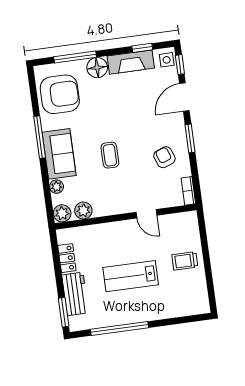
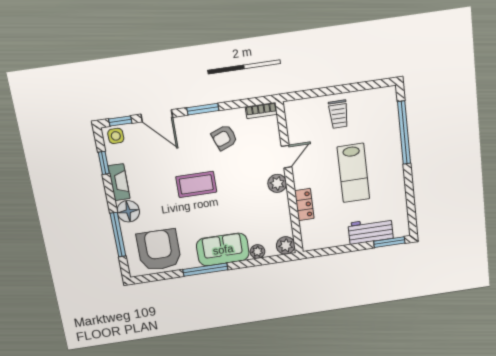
fireplace: (131, 62) -> (119, 182), width x0.73, depth x0.76
coffee table: (110, 155) -> (196, 184), moved, width x1.36, depth x1.30
plant: (83, 211) -> (277, 183), moved
locker: (67, 258) -> (304, 204), moved, turned 90
window: (119, 329) -> (404, 133), moved

